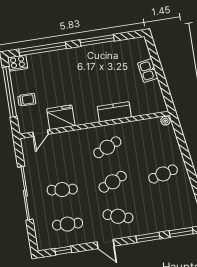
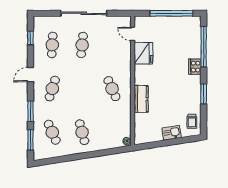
window: (97, 40) -> (204, 94), width x0.69
cooker: (18, 63) -> (195, 67), moved
trolley: (27, 100) -> (192, 121), moved
cafe table: (113, 182) -> (52, 132), moved

